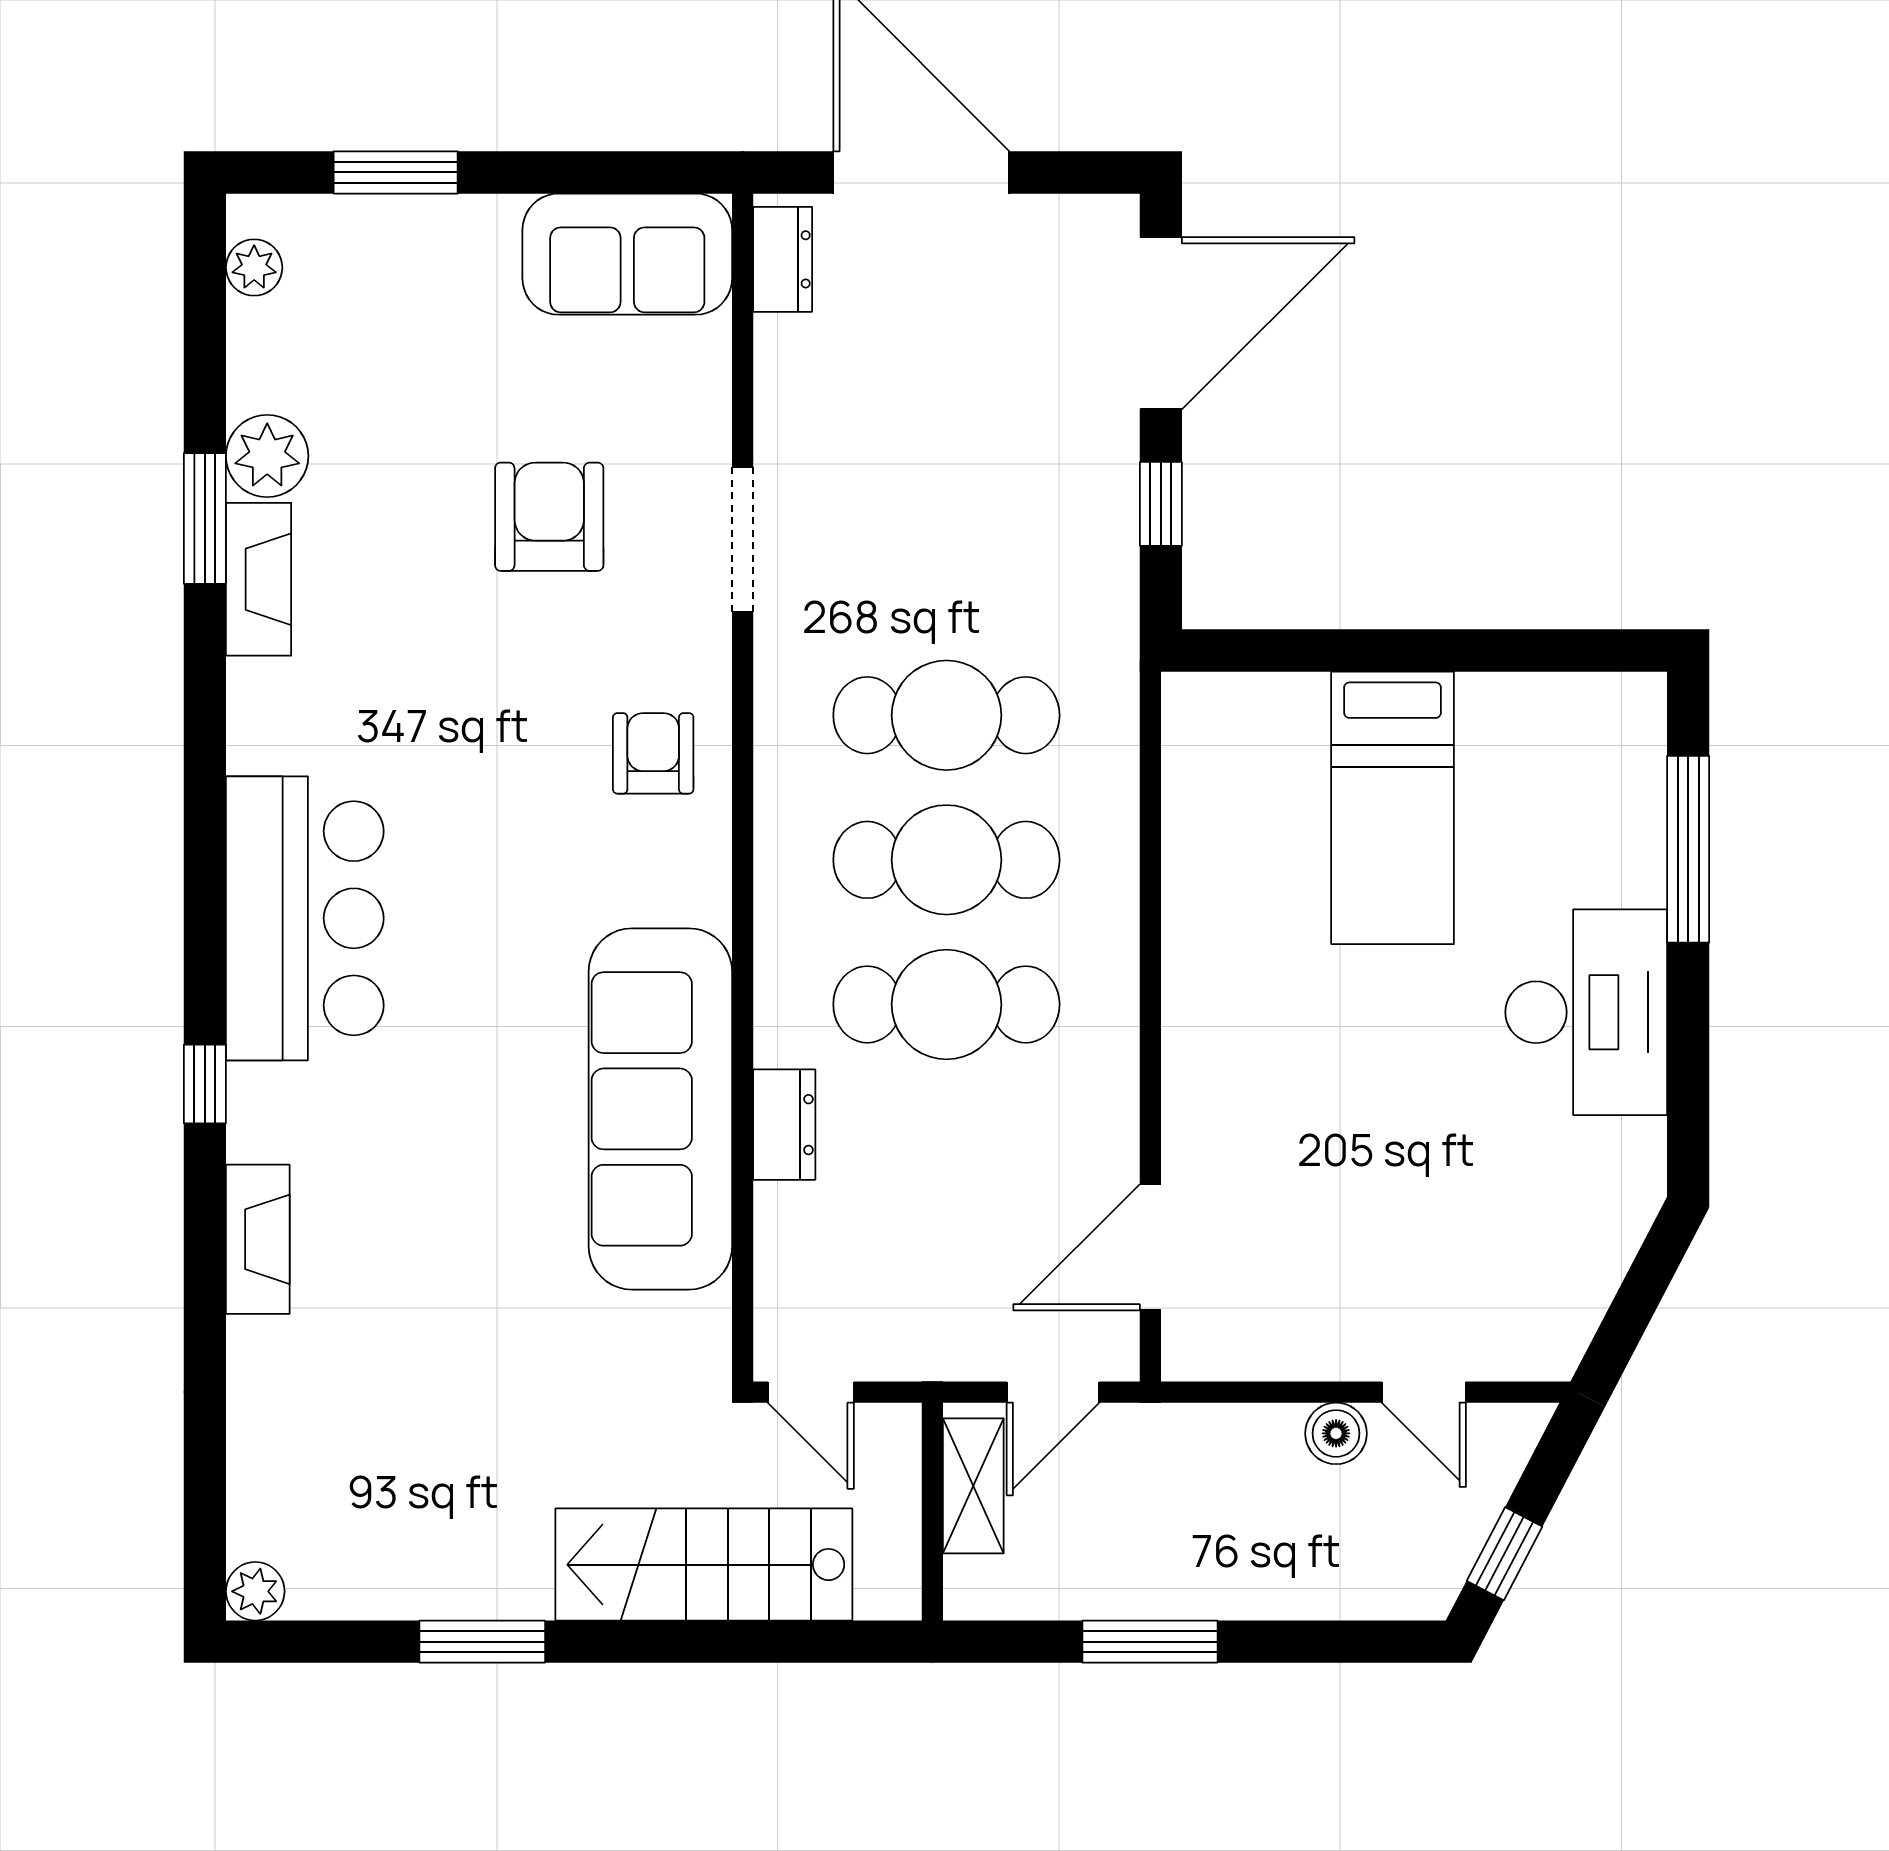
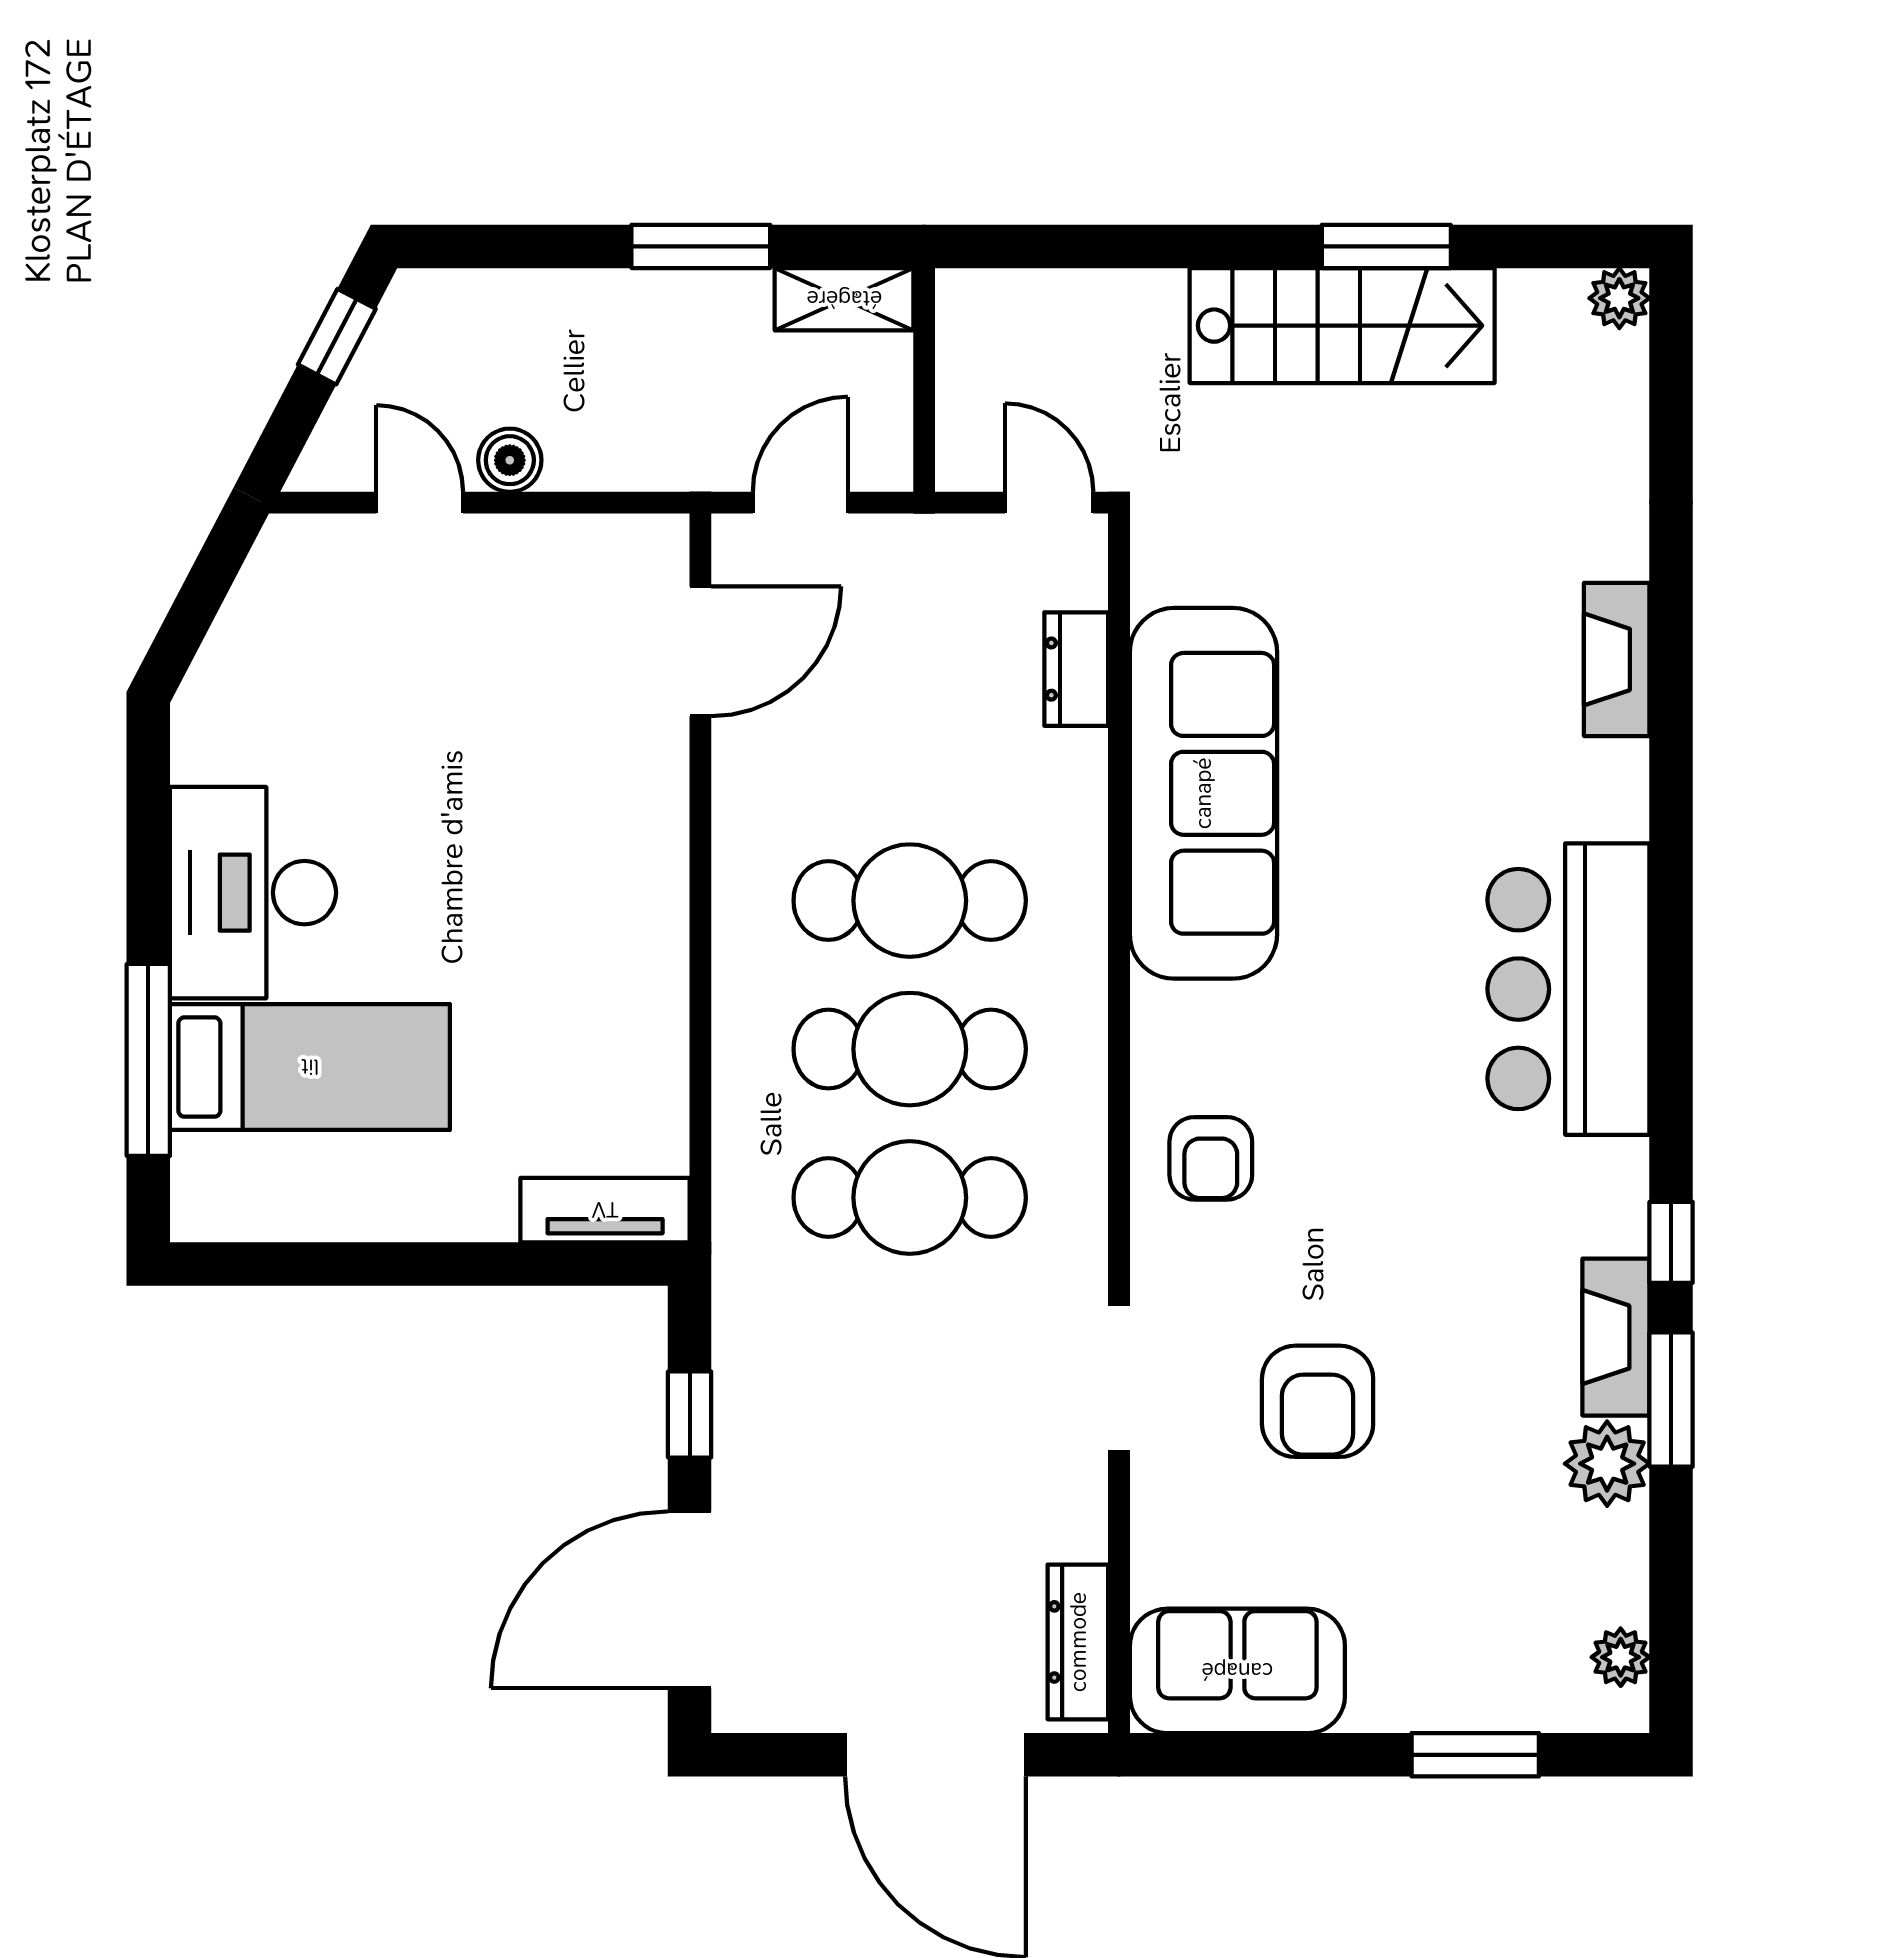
dresser: (783, 259) -> (1078, 1642), width x1.44
tv unit: (1243, 703) -> (605, 1210), added
bed: (1393, 808) -> (310, 1067), moved, turned 90
window: (205, 1084) -> (1671, 1242), moved
dresser: (784, 1125) -> (1076, 669), moved
shelving: (973, 1486) -> (844, 299), moved, turned 90
stairs: (704, 1565) -> (1342, 326), moved

